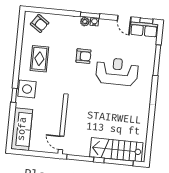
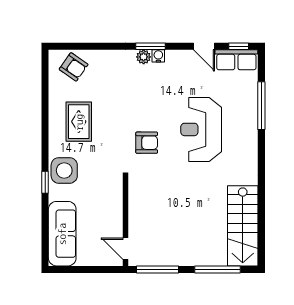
armchair: (83, 56) -> (147, 143), moved
reception desk: (117, 72) -> (201, 129), turned -90
stairs: (116, 150) -> (243, 226), moved, turned -90

